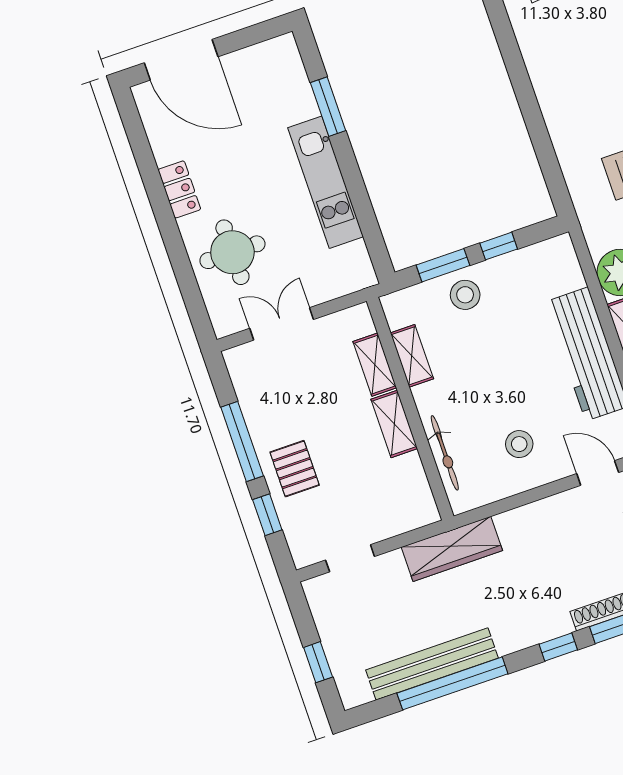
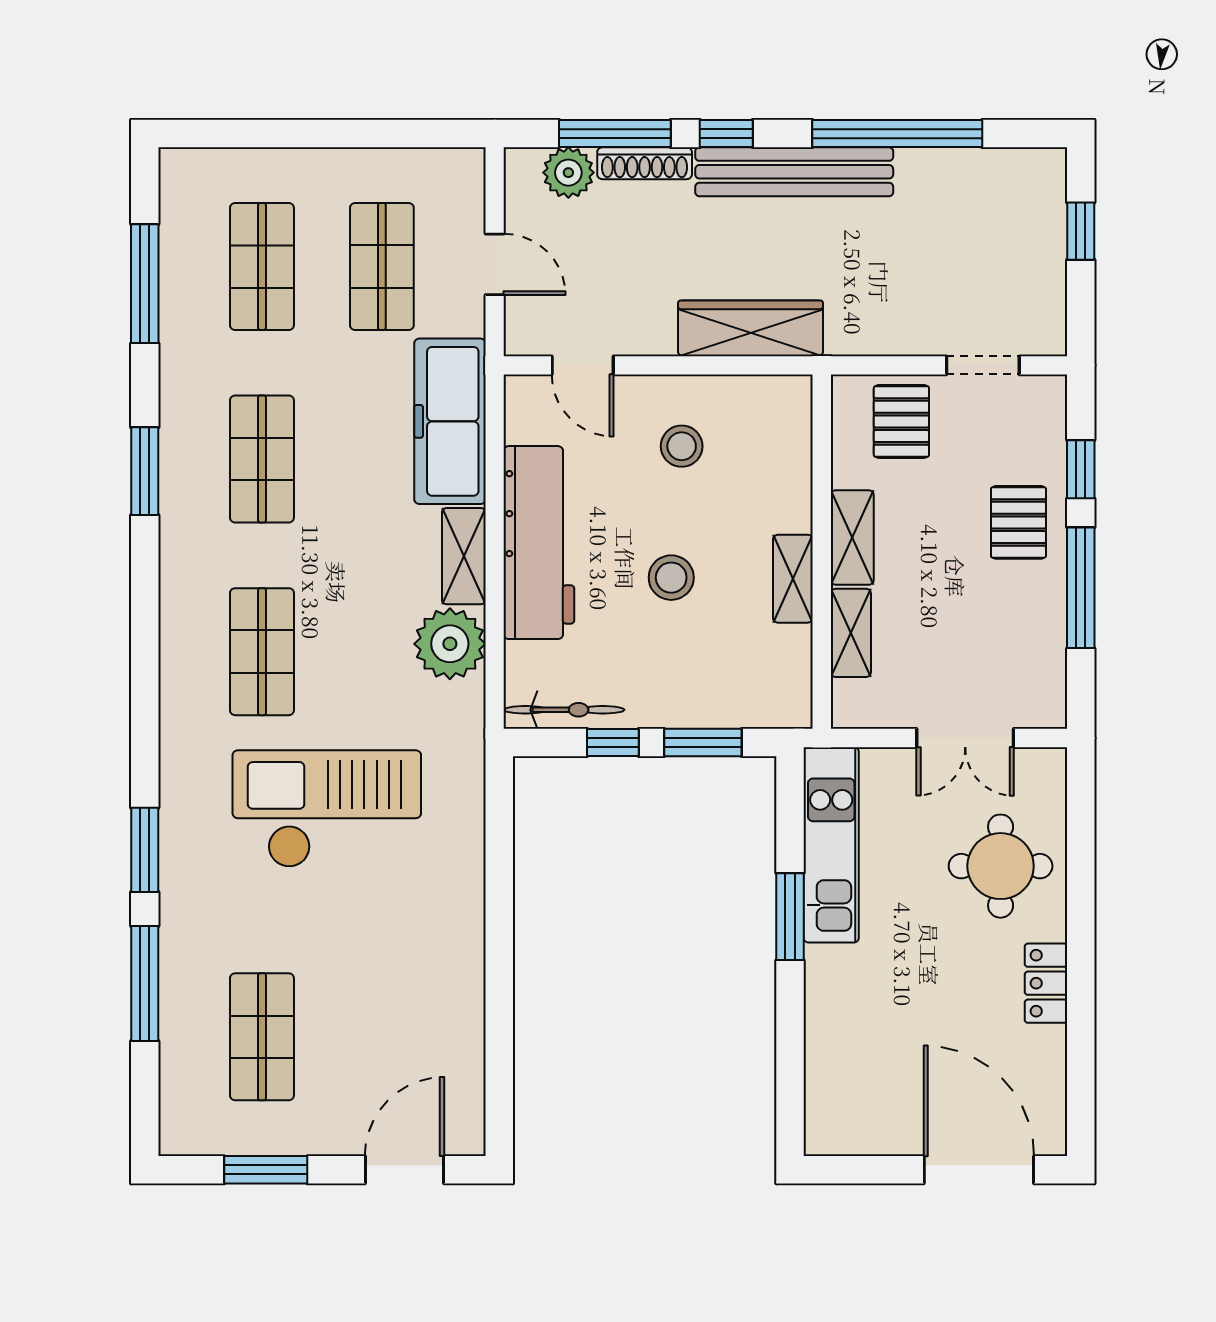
window: (328, 107) -> (790, 917), moved
kitchen unit: (326, 182) -> (831, 845), moved
stool: (465, 295) -> (671, 578), moved
shelving: (412, 356) -> (793, 579), moved
bicycle: (445, 453) -> (564, 710), moved, turned 90
pallet: (389, 506) -> (901, 421), added
wardrobe: (452, 549) -> (751, 328), moved
bench: (432, 664) -> (794, 172), moved

